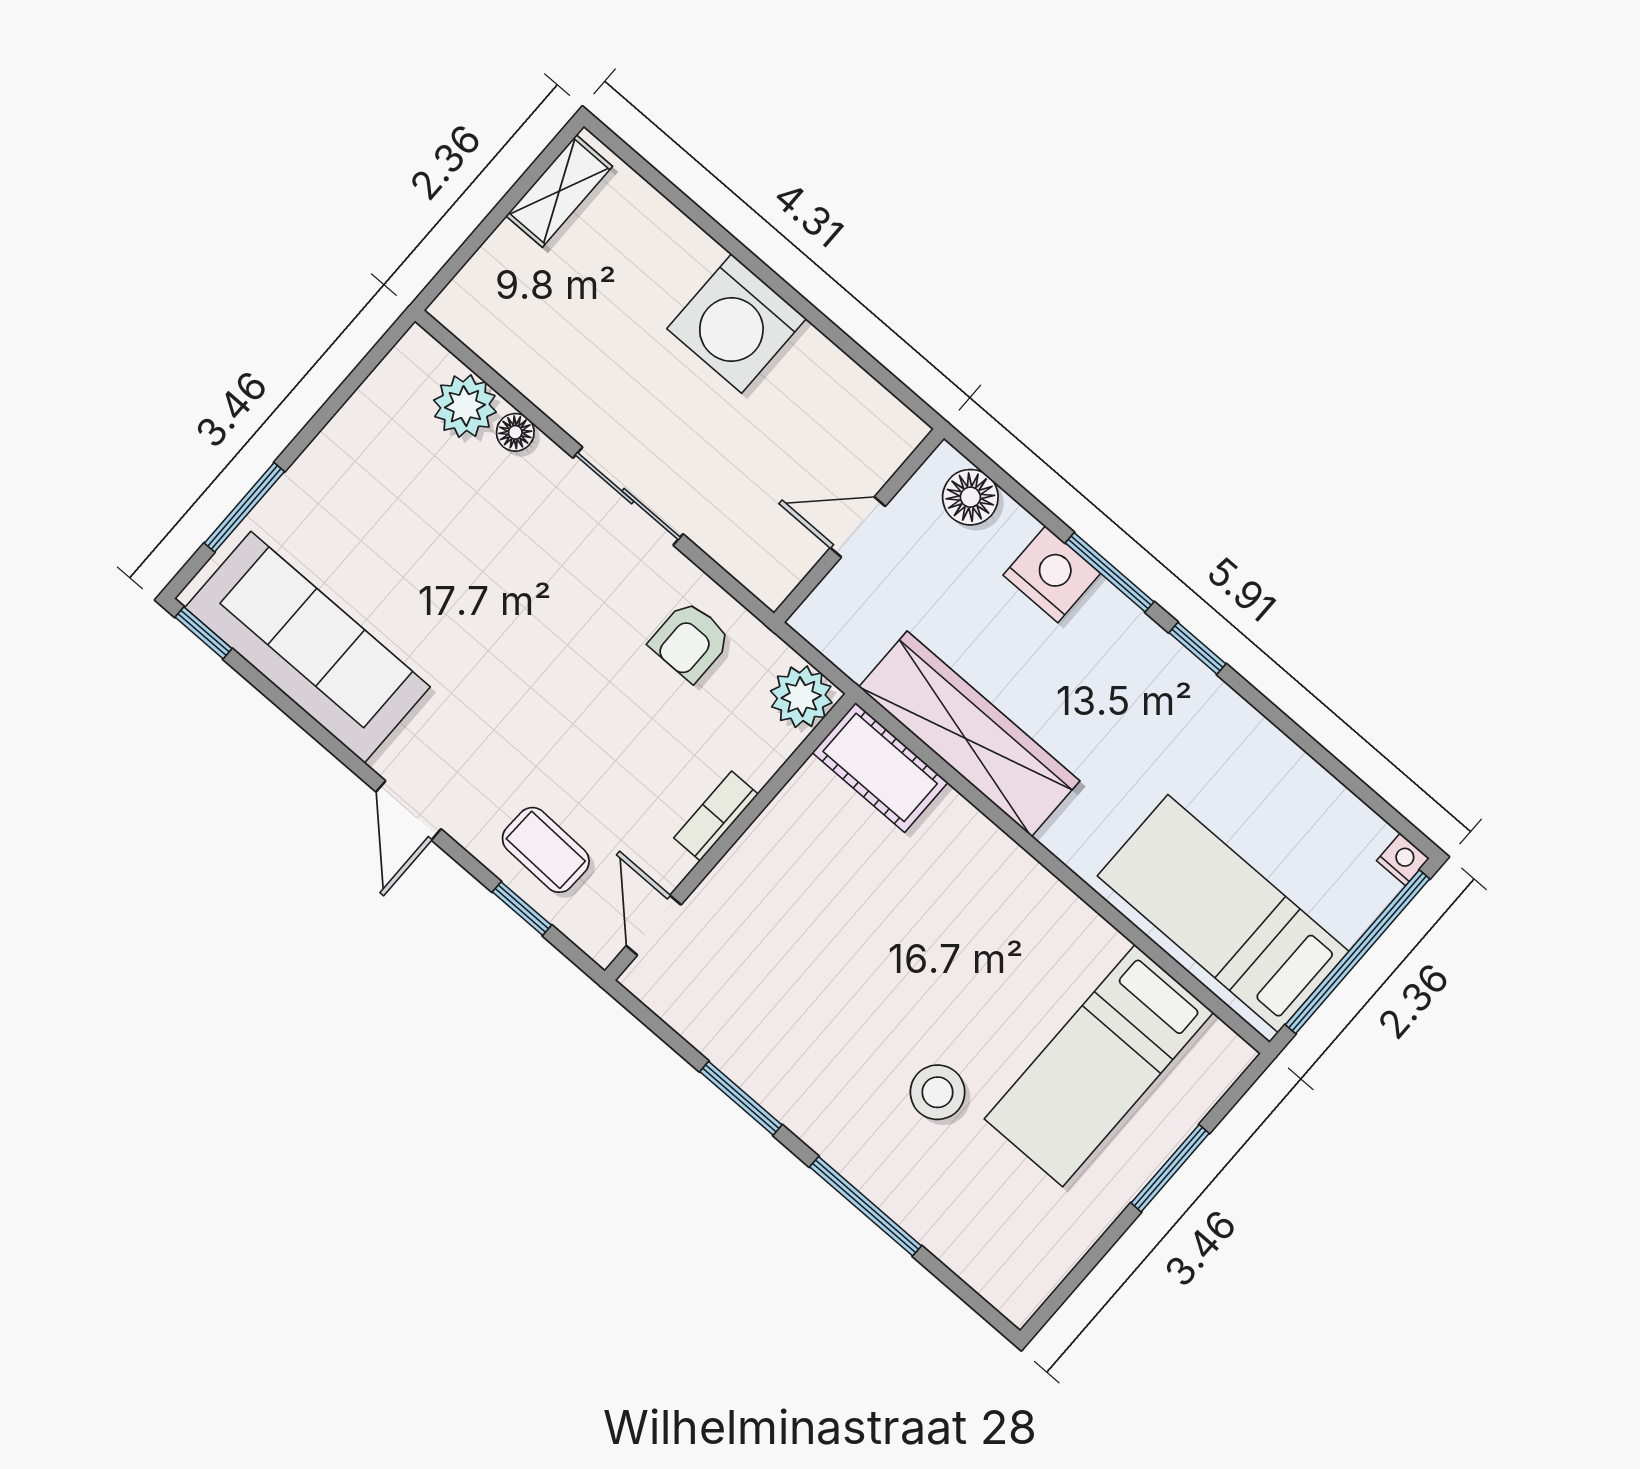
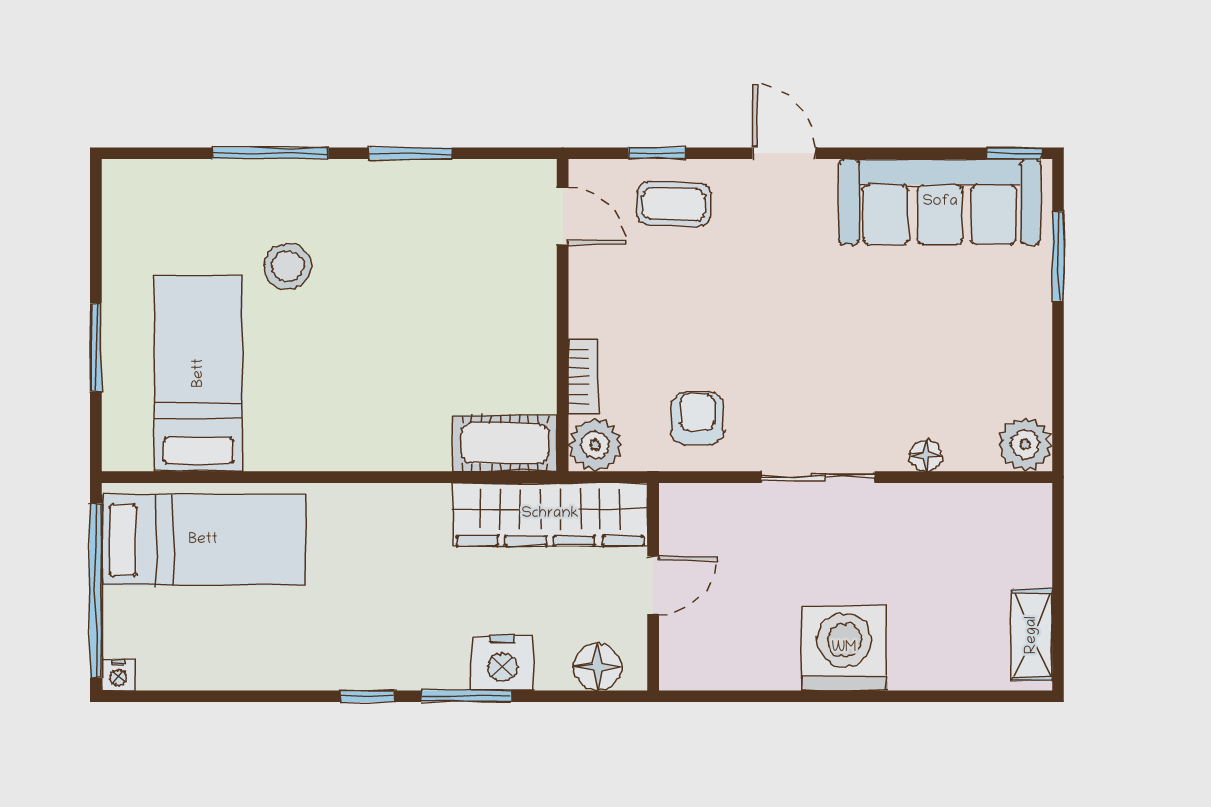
plant: (465, 406) -> (1025, 444), moved
wardrobe: (969, 734) -> (550, 514), moved
bookcase: (716, 816) -> (583, 377), moved

